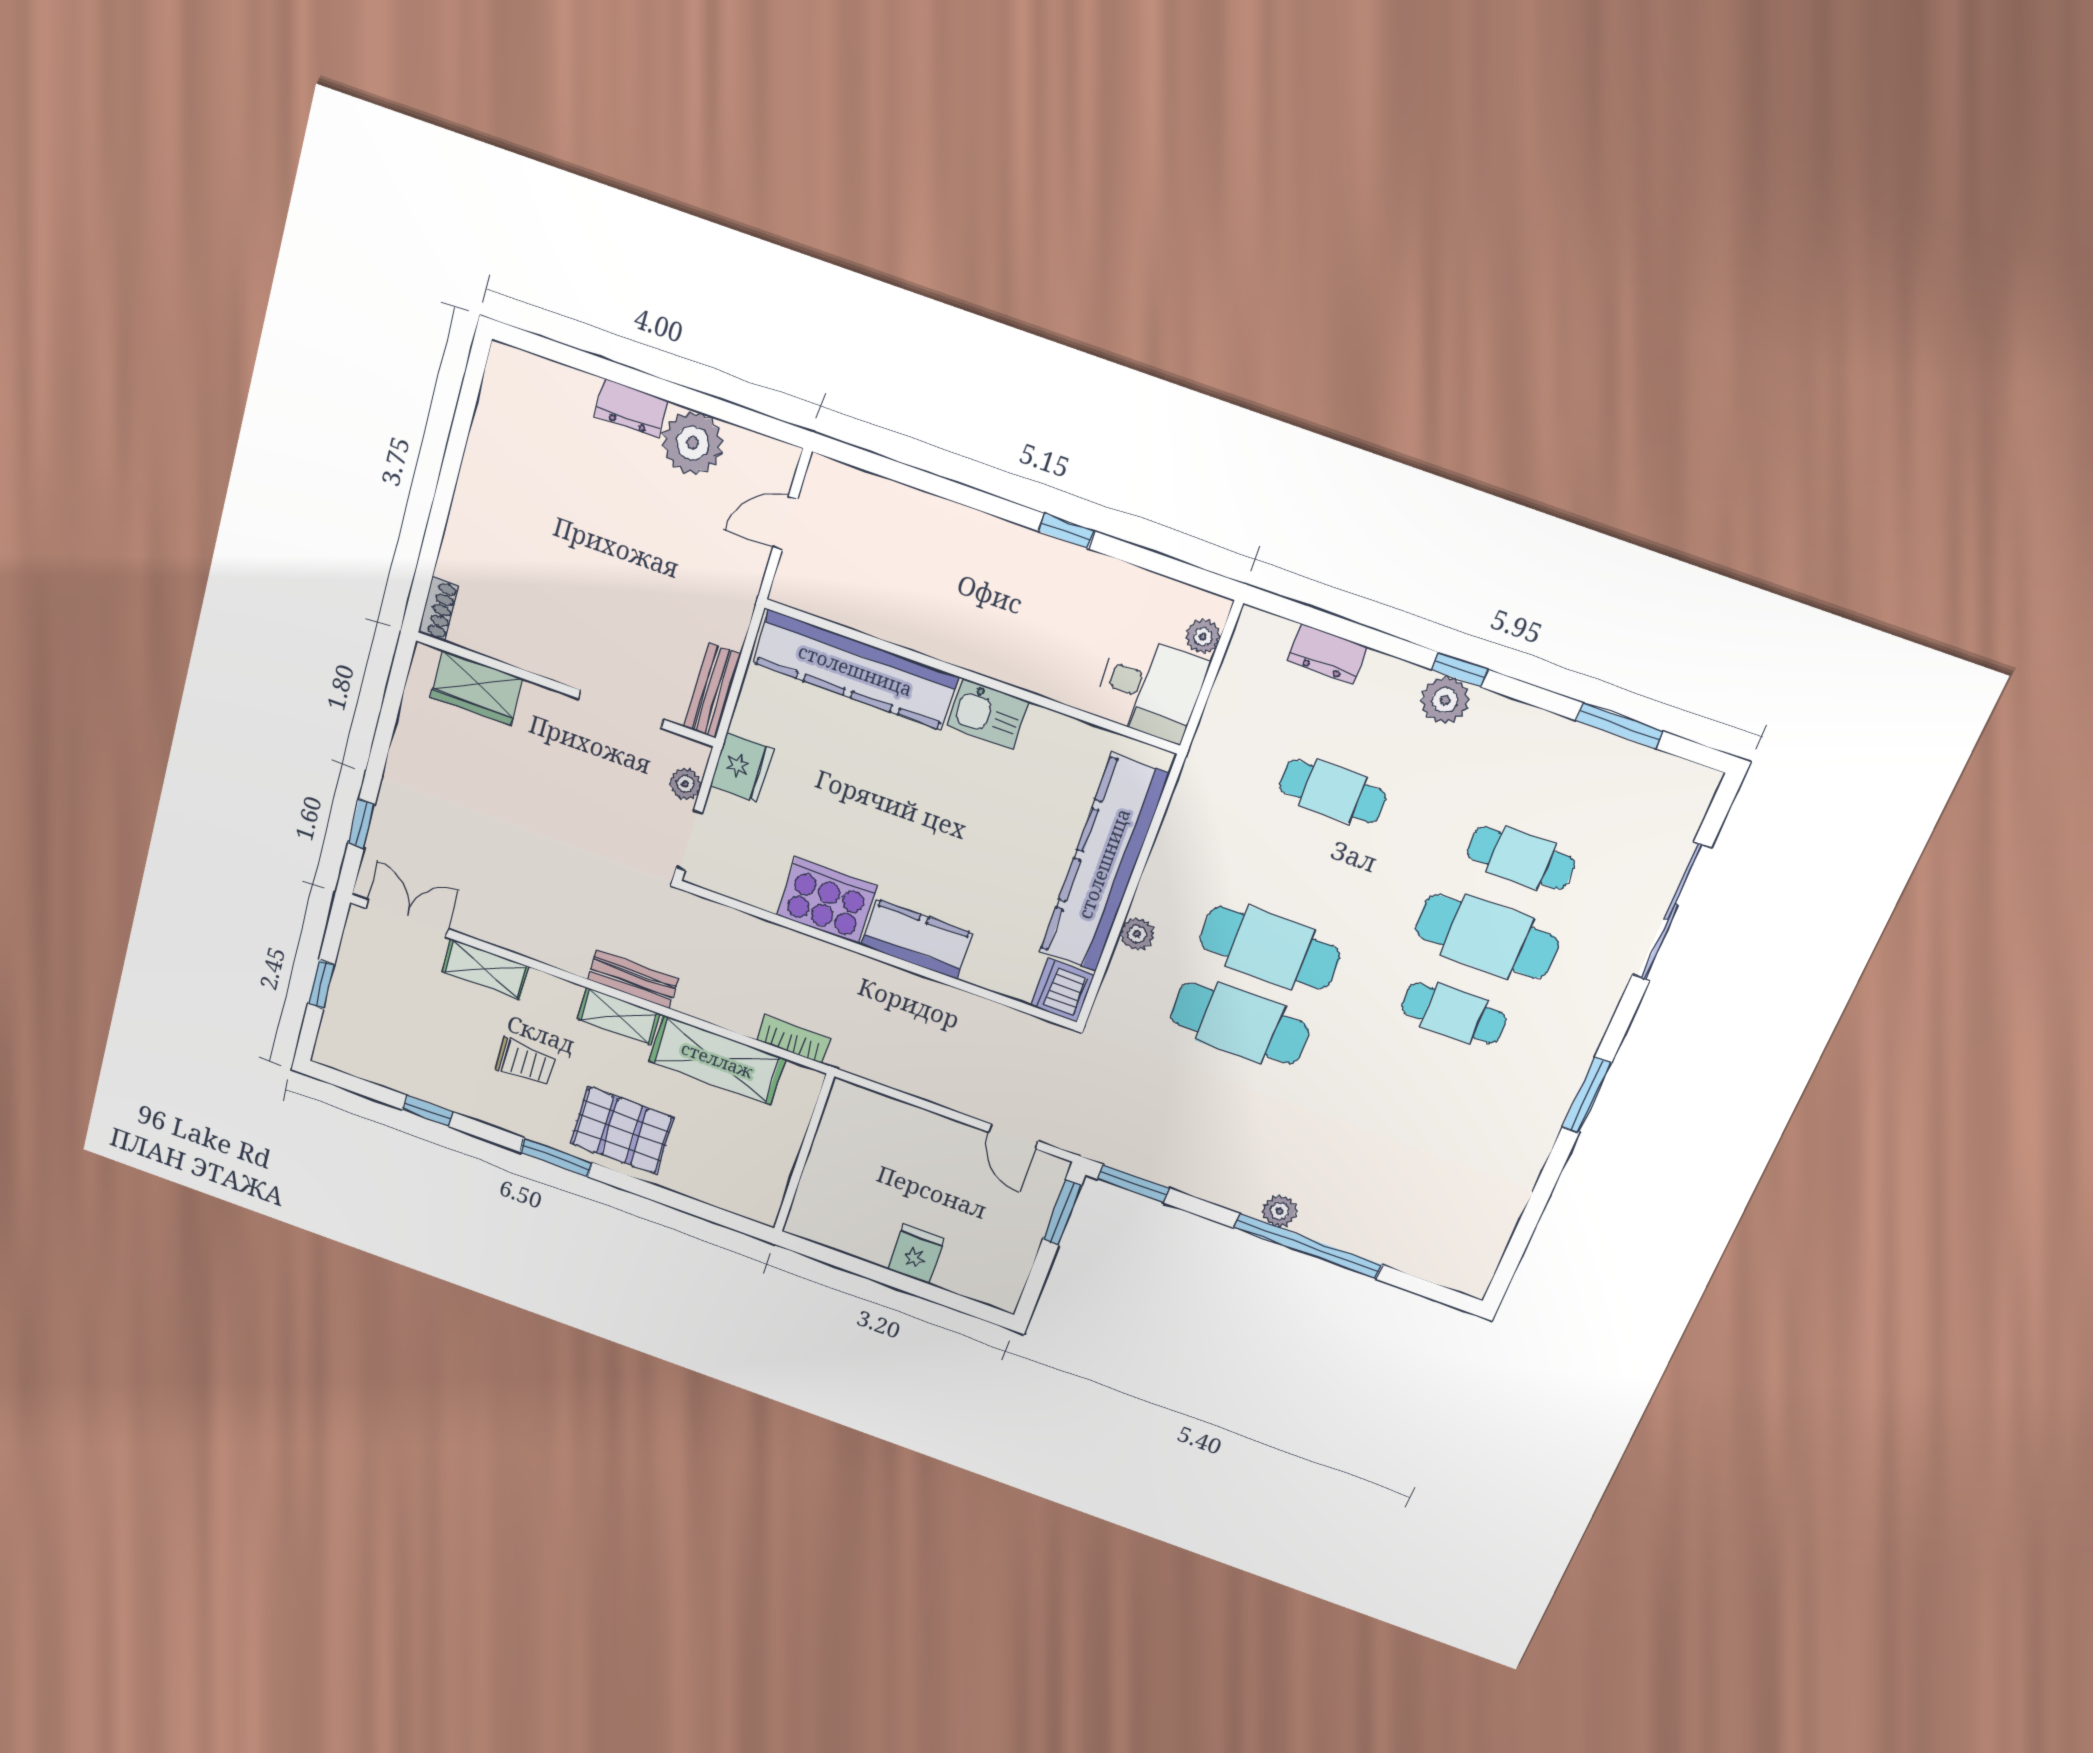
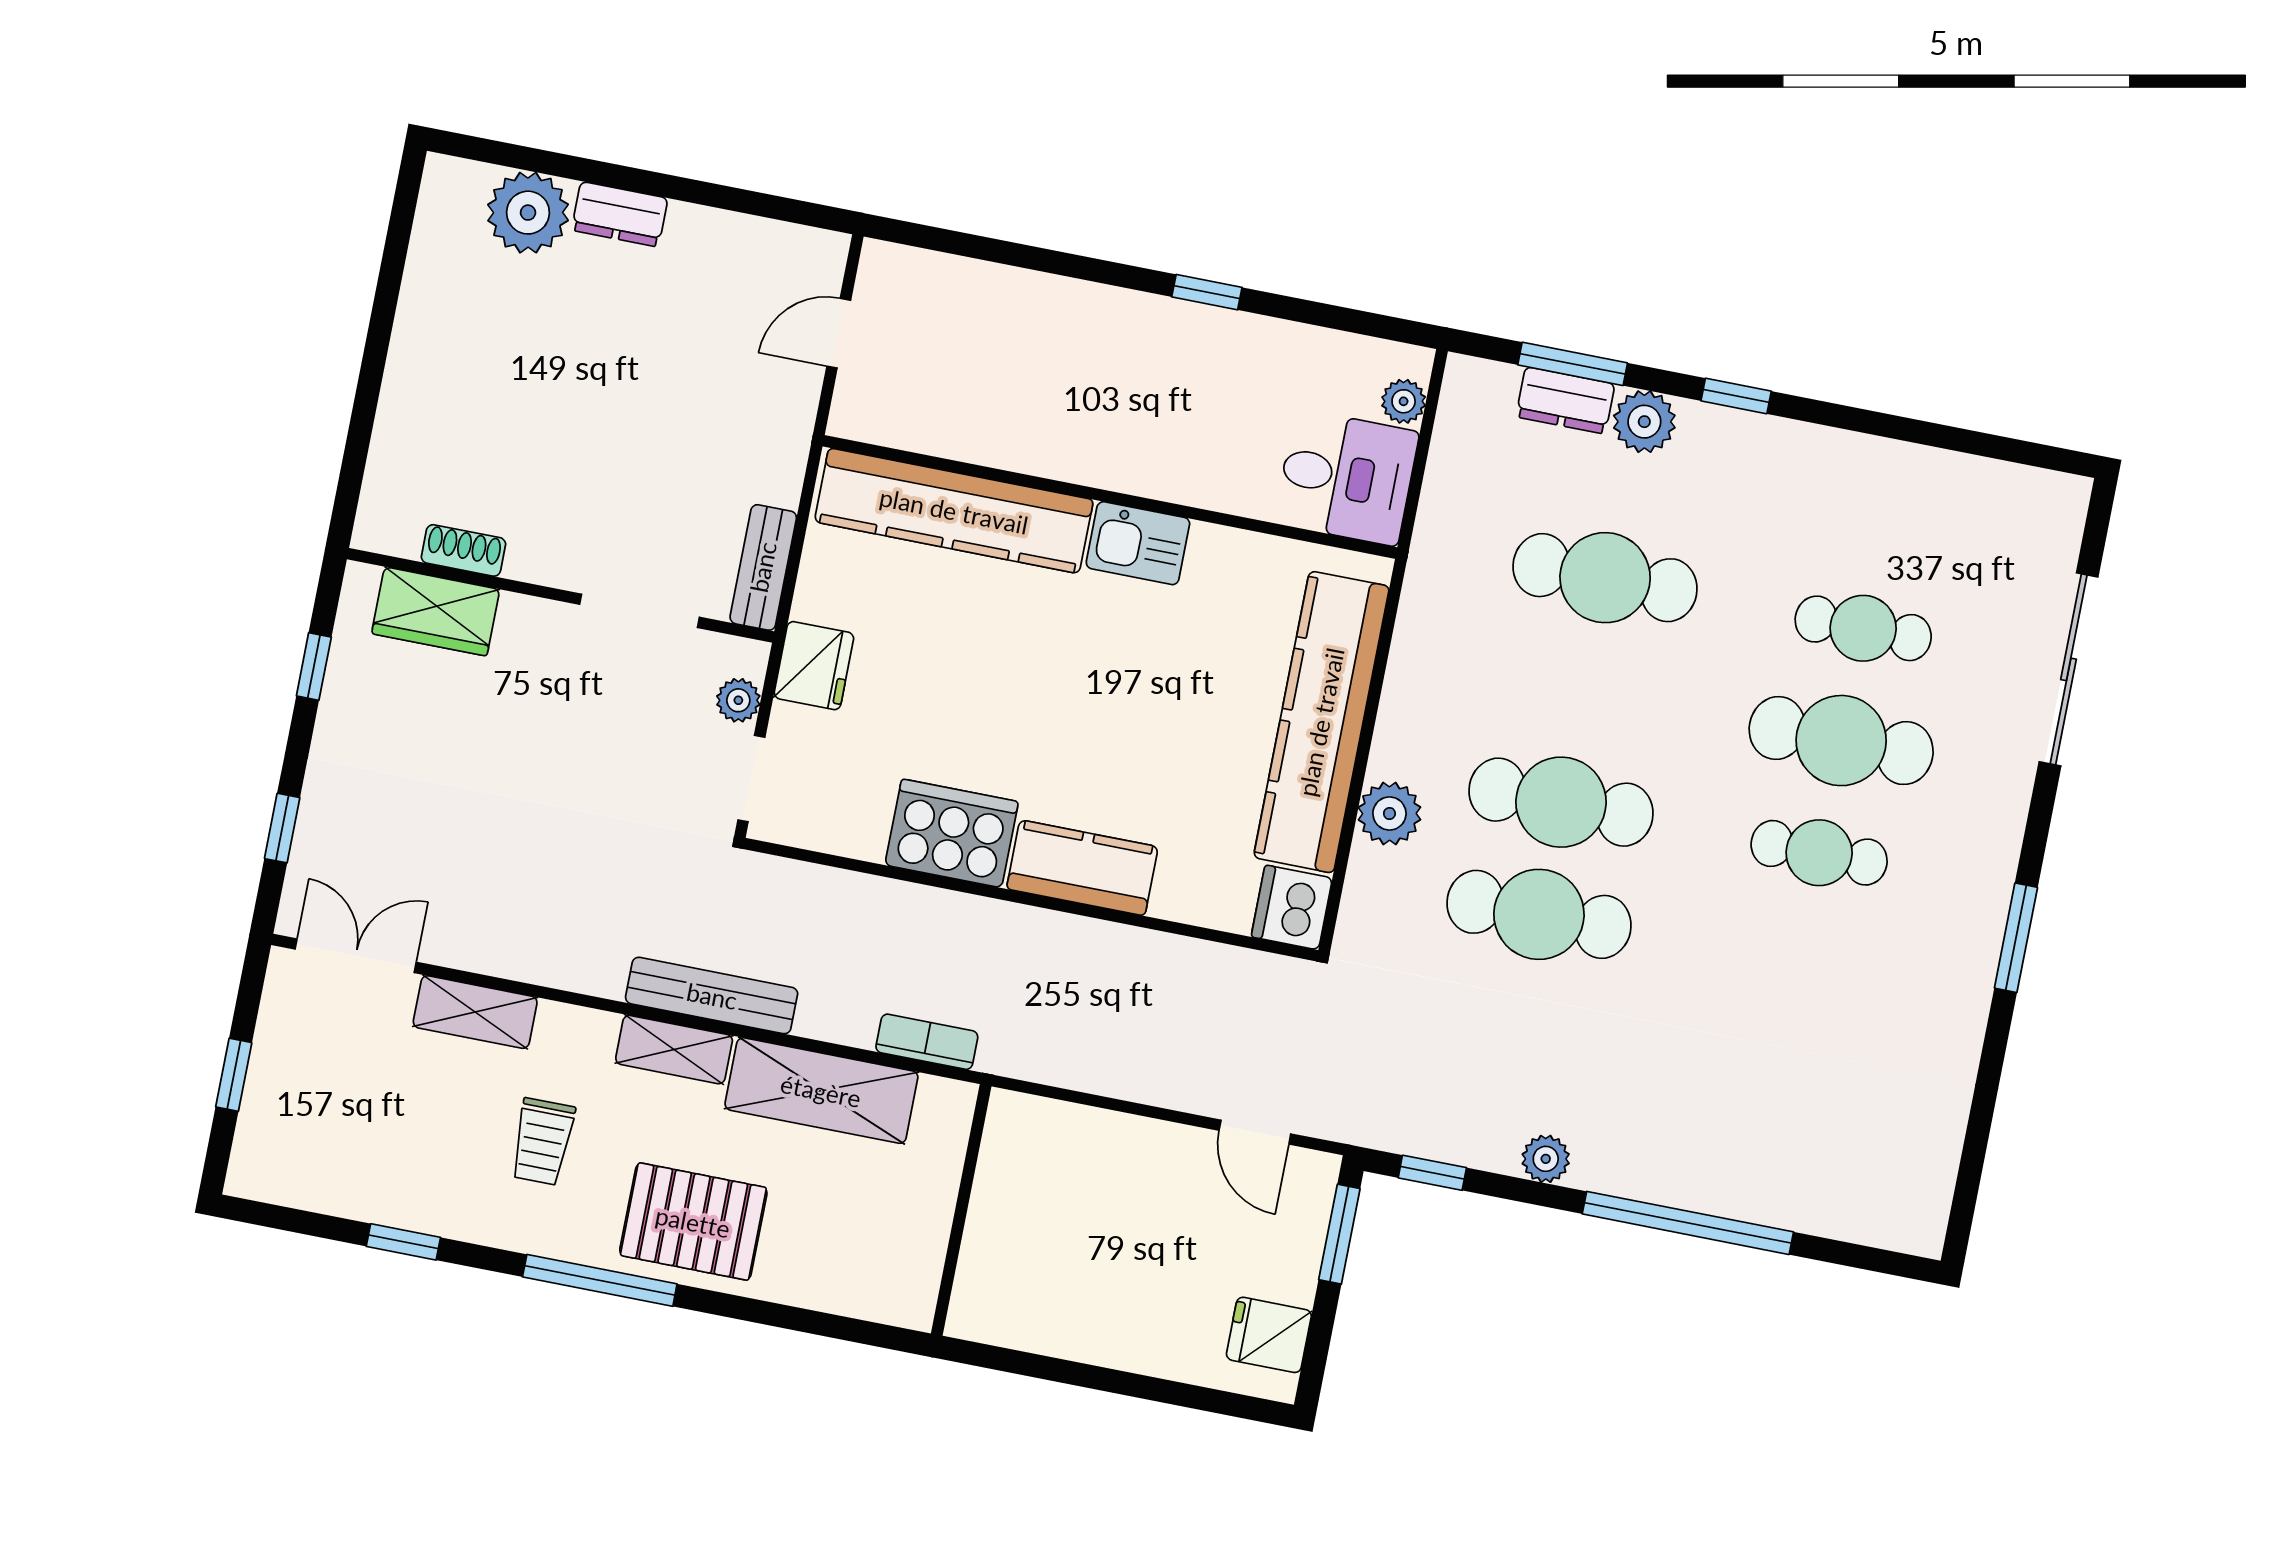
plant: (692, 443) -> (528, 213), moved
shoe rack: (438, 609) -> (463, 550), moved, turned -90
plant: (1445, 700) -> (1644, 422), moved
window: (389, 714) -> (314, 666), added
window: (1620, 726) -> (1573, 364), moved
cafe table: (1333, 791) -> (1605, 578), width x1.37, depth x1.35
plant: (1137, 934) -> (1389, 813), width x1.38, depth x1.38
bench: (633, 979) -> (712, 996), width x1.36
trolley: (525, 1062) -> (542, 1142), turned 90
window: (556, 1157) -> (600, 1280), width x1.44
window: (1133, 1184) -> (1432, 1173), width x0.67
plant: (1280, 1211) -> (1546, 1159), moved
fridge: (916, 1254) -> (1269, 1335), moved, turned -90

